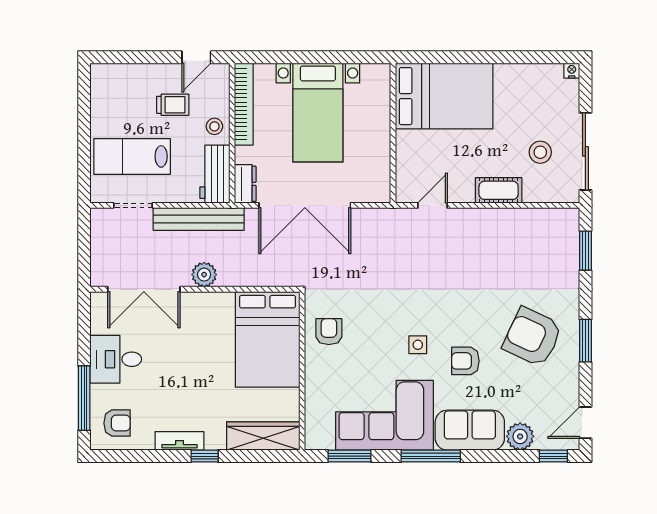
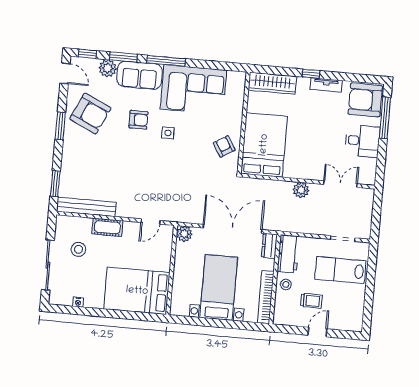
door: (196, 57) -> (317, 332), moved
nightstand: (572, 71) -> (78, 302), moved
trolley: (173, 105) -> (311, 301), turned 180
sliding door: (585, 151) -> (48, 265), moved
lab bench: (132, 156) -> (340, 270), turned 180
plant: (379, 191) -> (184, 234), added
bench: (199, 219) -> (86, 207), moved
double door: (144, 289) -> (340, 184), width x0.73
armchair: (329, 332) -> (224, 146), turned 149
armchair: (533, 337) -> (90, 113), moved
armchair: (117, 423) -> (365, 100), width x1.88, depth x1.88
door: (585, 423) -> (65, 73), hinge flipped
window: (349, 456) -> (123, 57), moved

